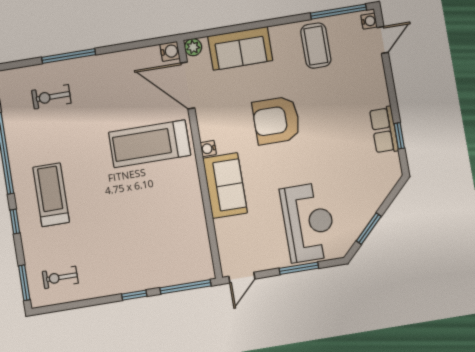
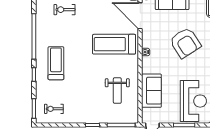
armchair: (276, 120) -> (185, 43), turned -123
sofa: (225, 186) -> (151, 91), moved
weight bench: (169, 226) -> (117, 91), added

